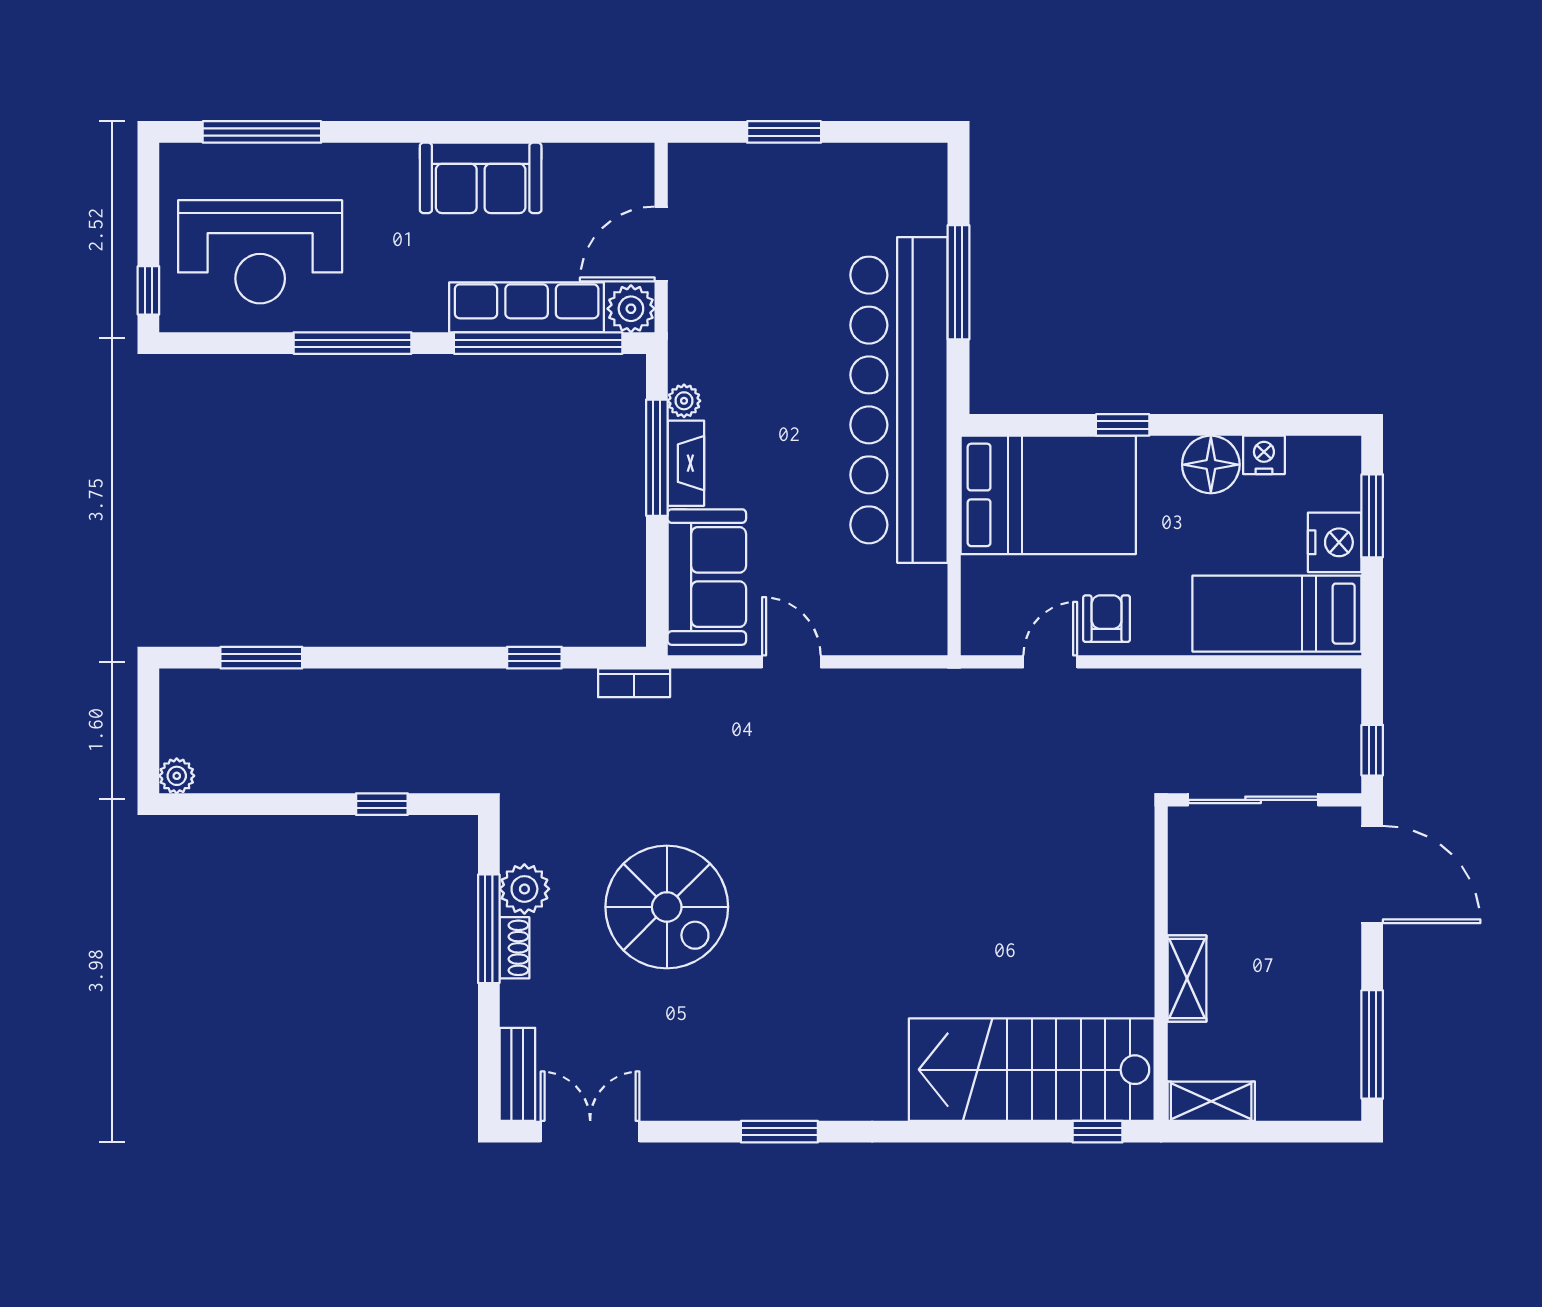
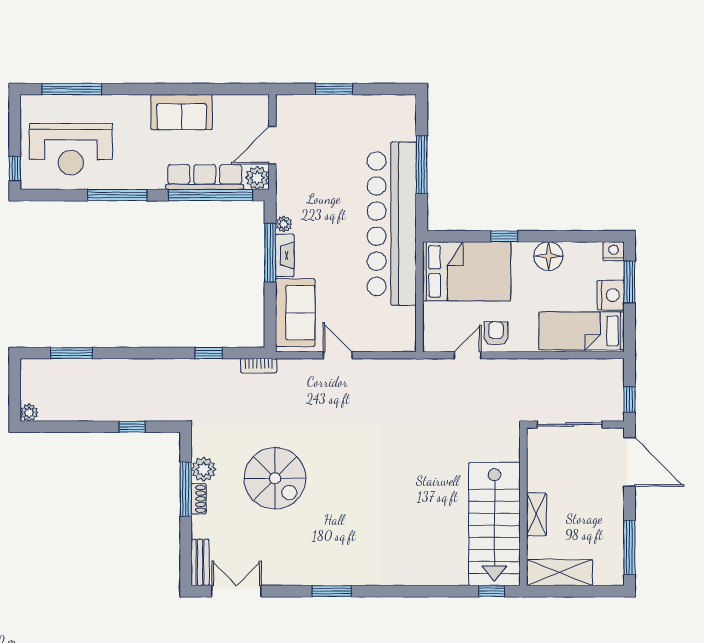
nightstand: (1264, 455) -> (614, 251), moved
stairs: (1032, 1070) -> (494, 524), moved, turned -90
shelving: (1211, 1101) -> (560, 573), width x1.50, depth x1.33

